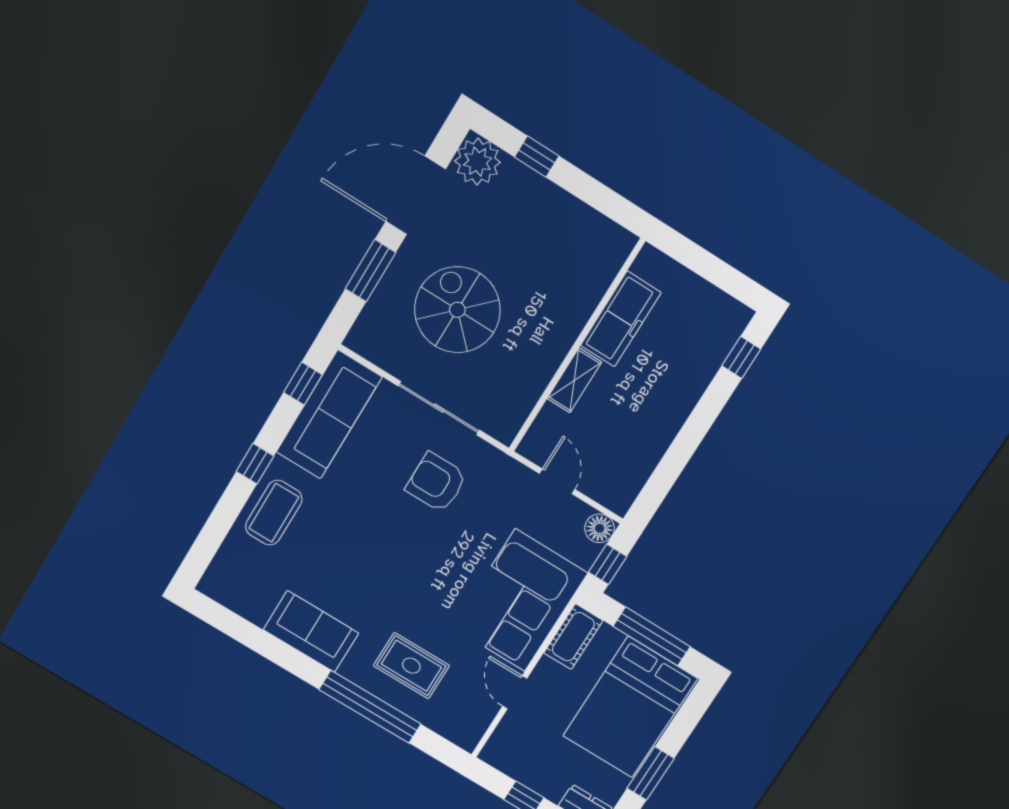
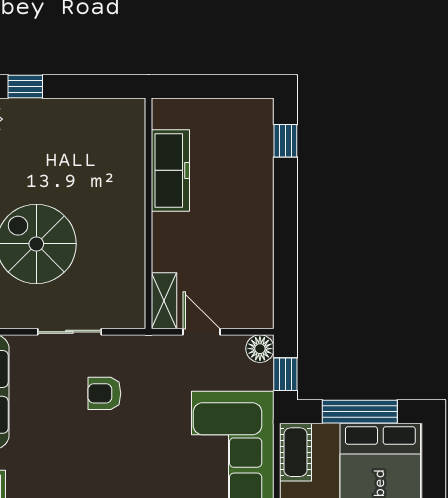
shelving: (574, 380) -> (164, 301), moved
sliding door: (439, 408) -> (70, 332), width x0.73
armchair: (436, 482) -> (104, 393), width x0.72, depth x0.72

